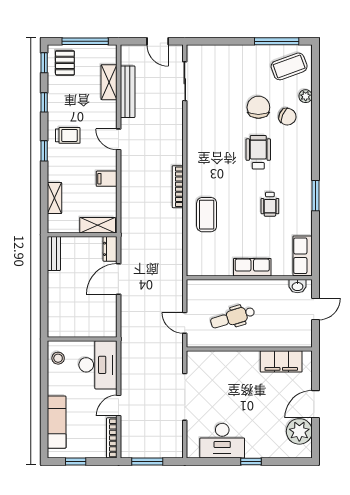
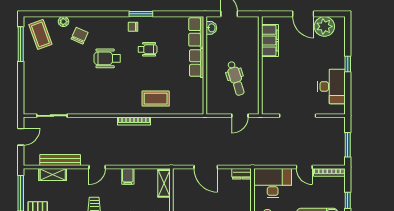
chair: (258, 107) -> (133, 27), moved, width x0.54, depth x0.54
dresser: (110, 249) -> (242, 174), moved
row of seats: (303, 256) -> (196, 32), moved, turned 90

